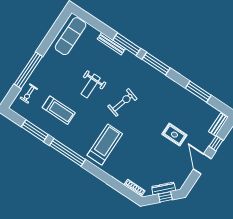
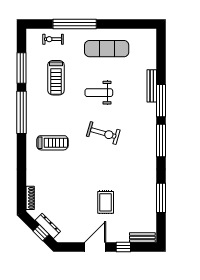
exercise mat: (71, 36) -> (107, 49), moved
treadmill: (105, 145) -> (52, 143), width x0.73, depth x0.73

